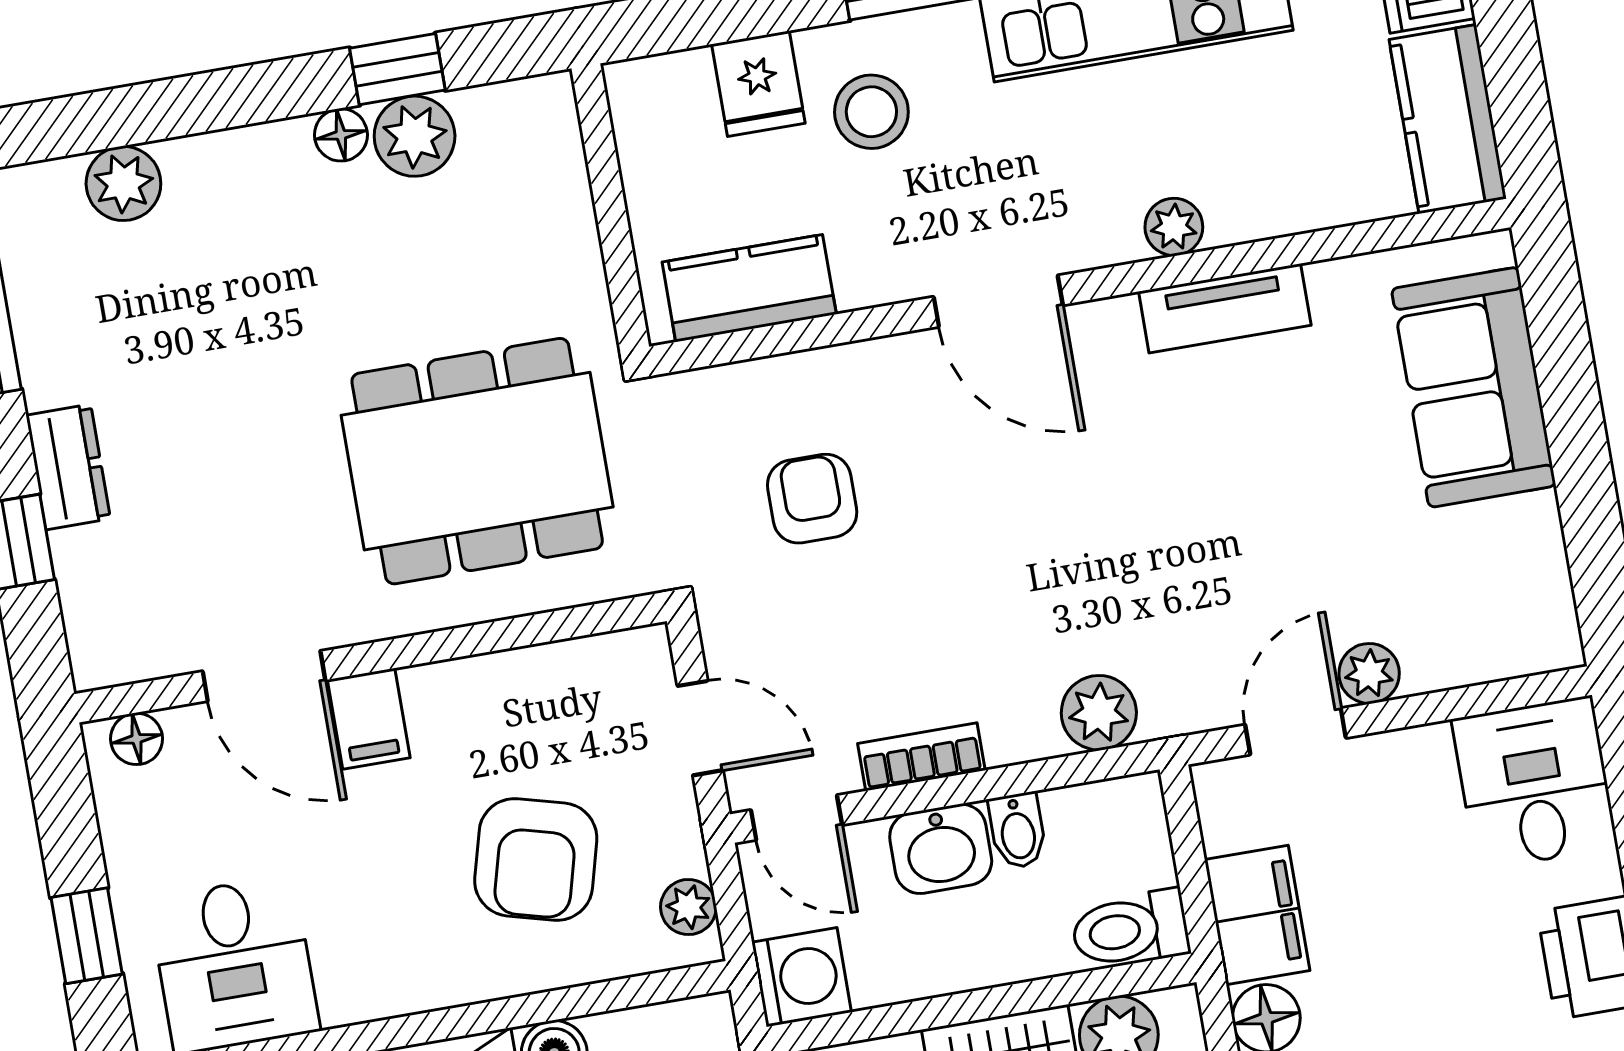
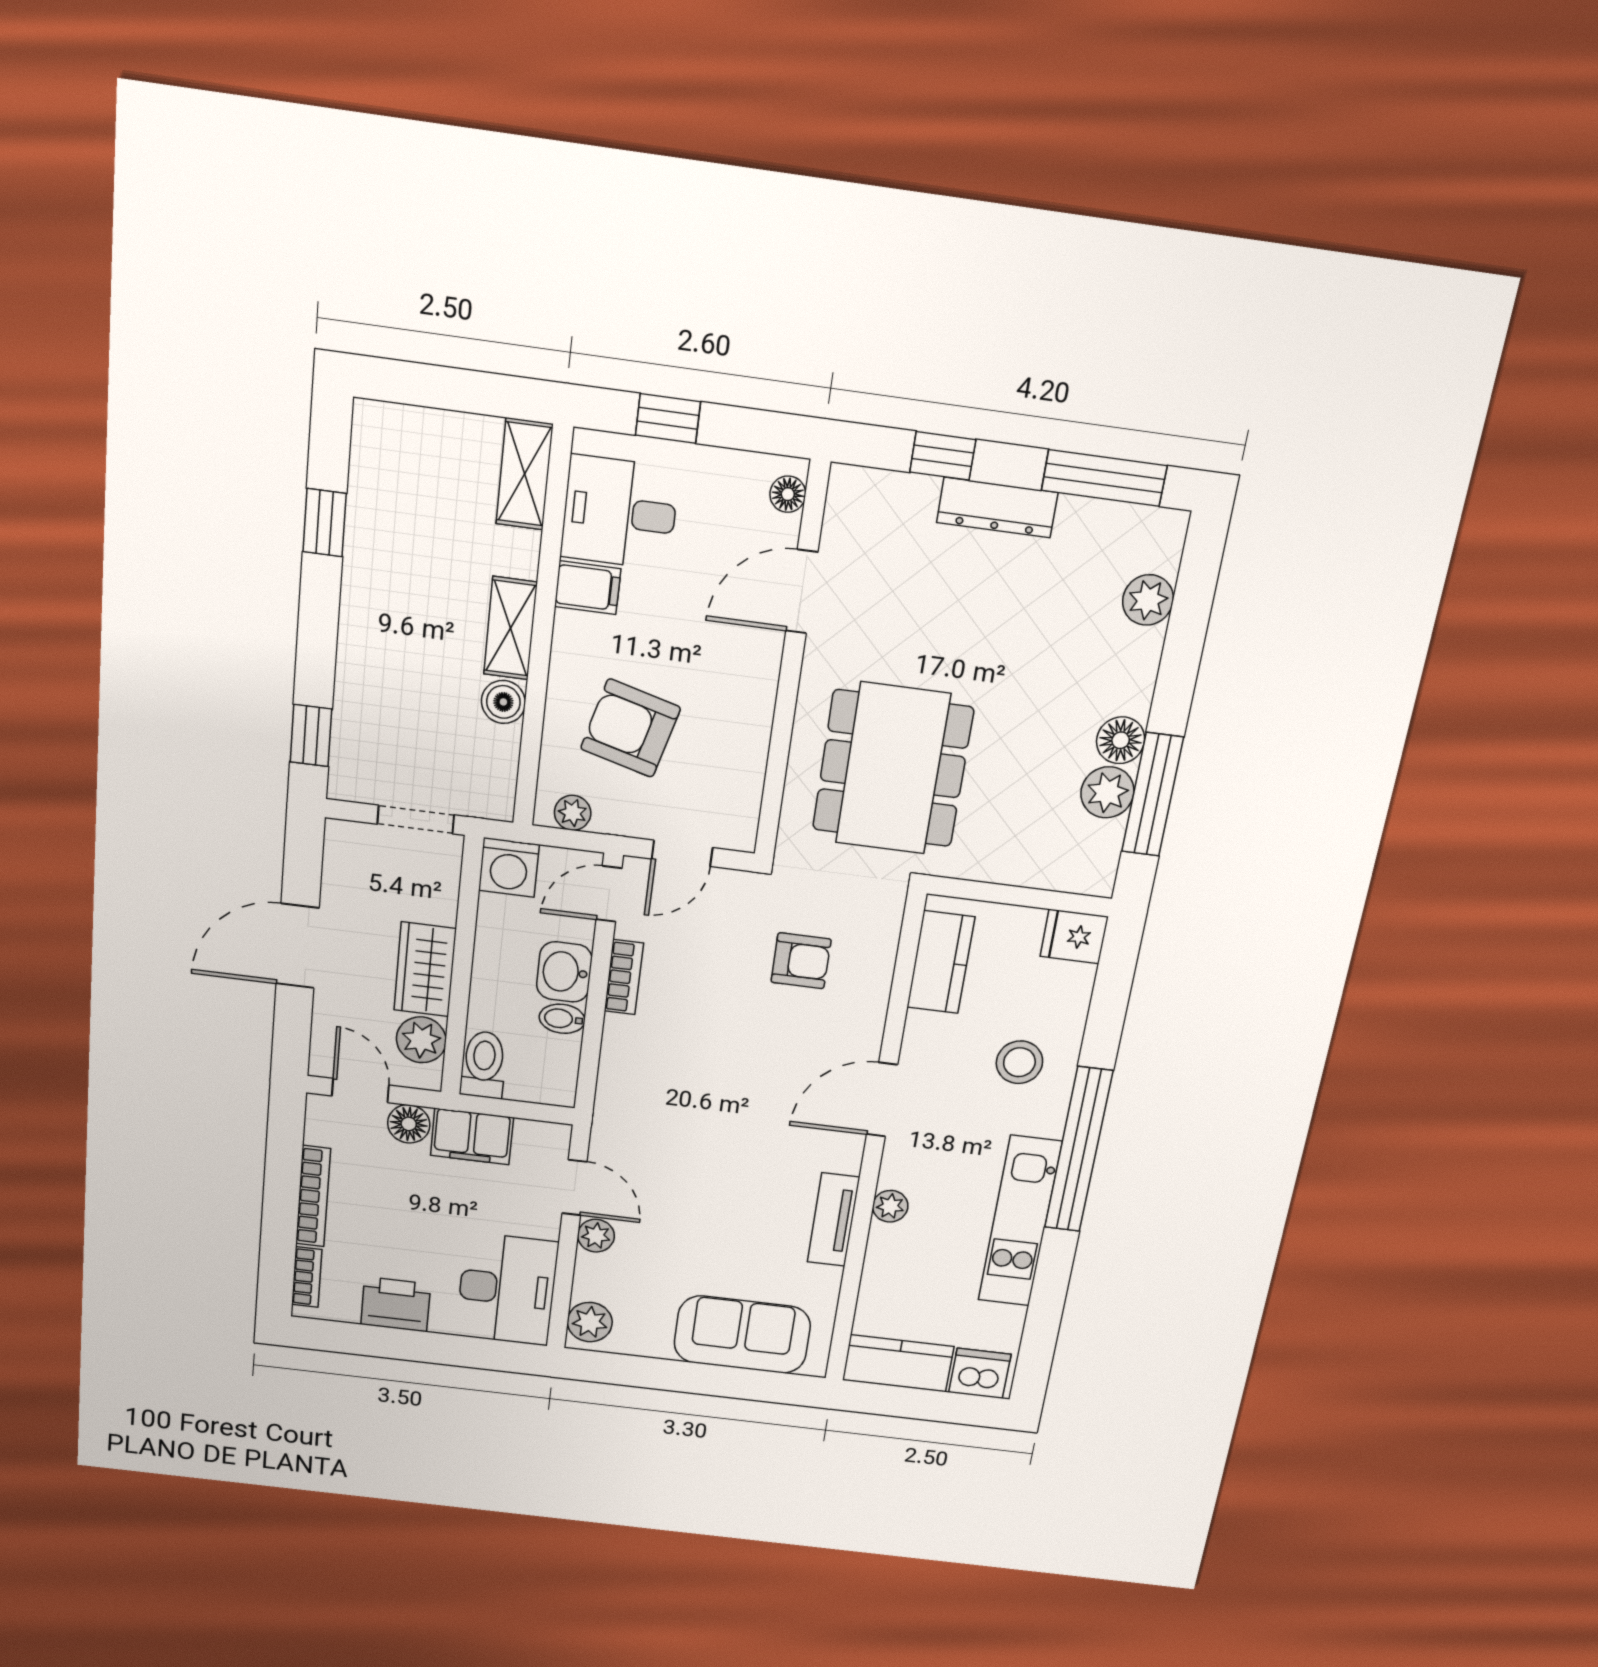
window: (397, 69) -> (1152, 795), width x2.17
fridge: (758, 84) -> (1074, 936), moved
floor lamp: (341, 135) -> (1121, 740), width x1.37, depth x1.37
dresser: (68, 467) -> (997, 508), width x1.44
plant: (1099, 713) -> (590, 1322), moved
filing cabinet: (369, 719) -> (588, 588), moved, turned 180
desk: (1535, 783) -> (507, 1289), width x1.37

